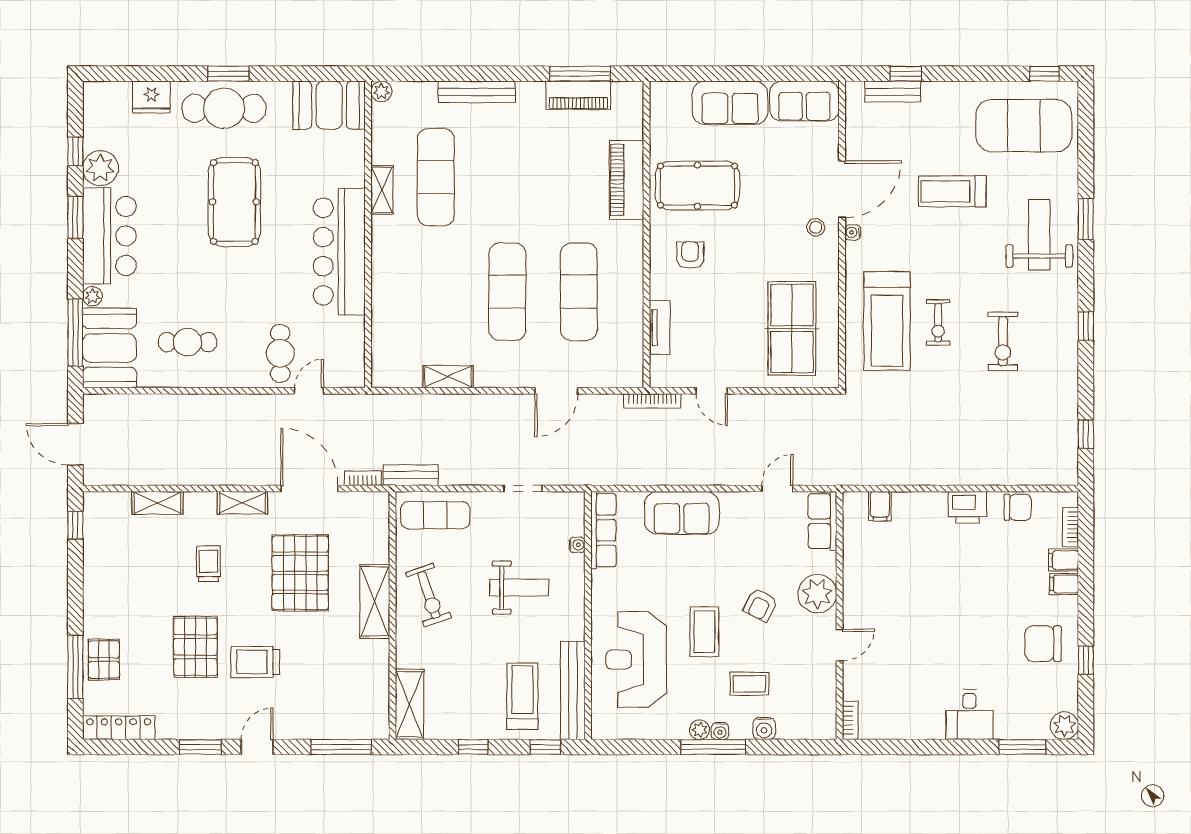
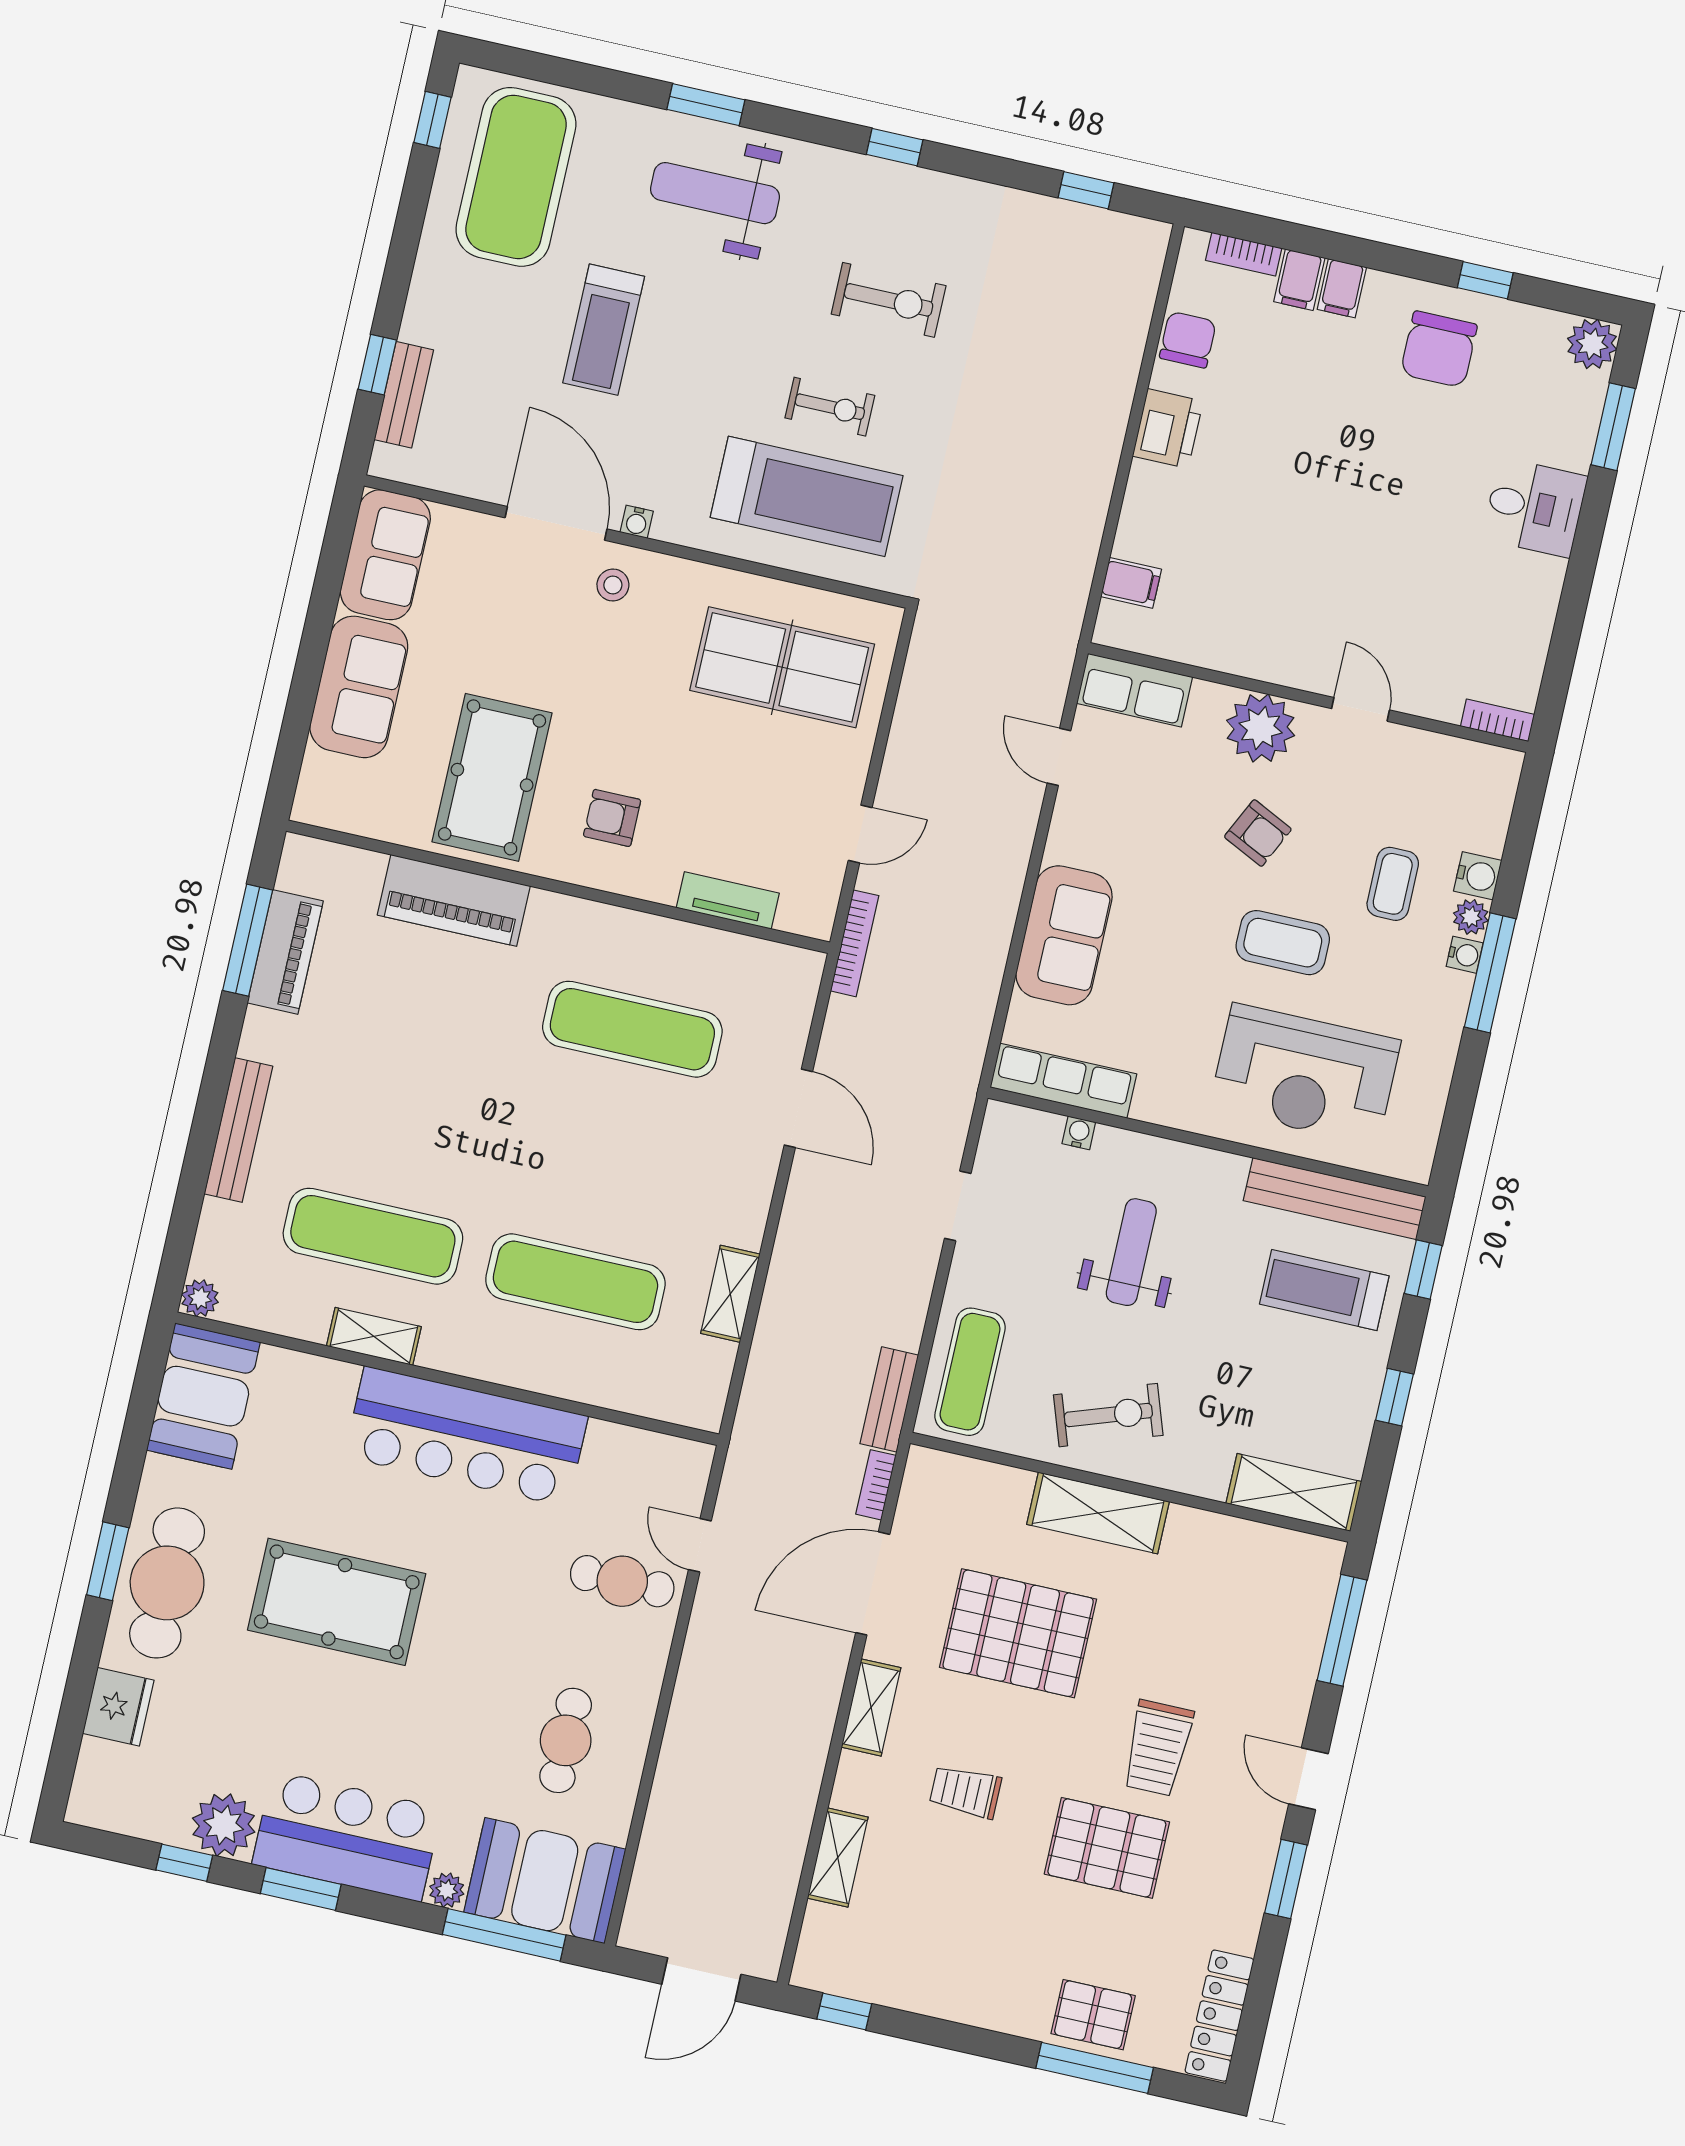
exercise mat: (507, 292) -> (575, 1282), moved
plant: (700, 730) -> (1471, 917), moved

